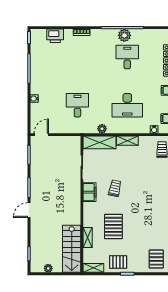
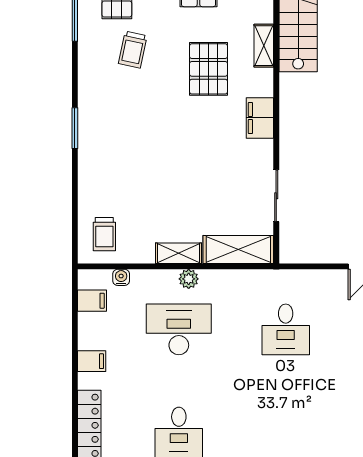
plant: (102, 129) -> (189, 279), moved
trolley: (115, 188) -> (133, 50), moved
filing cabinet: (89, 192) -> (260, 118), moved

